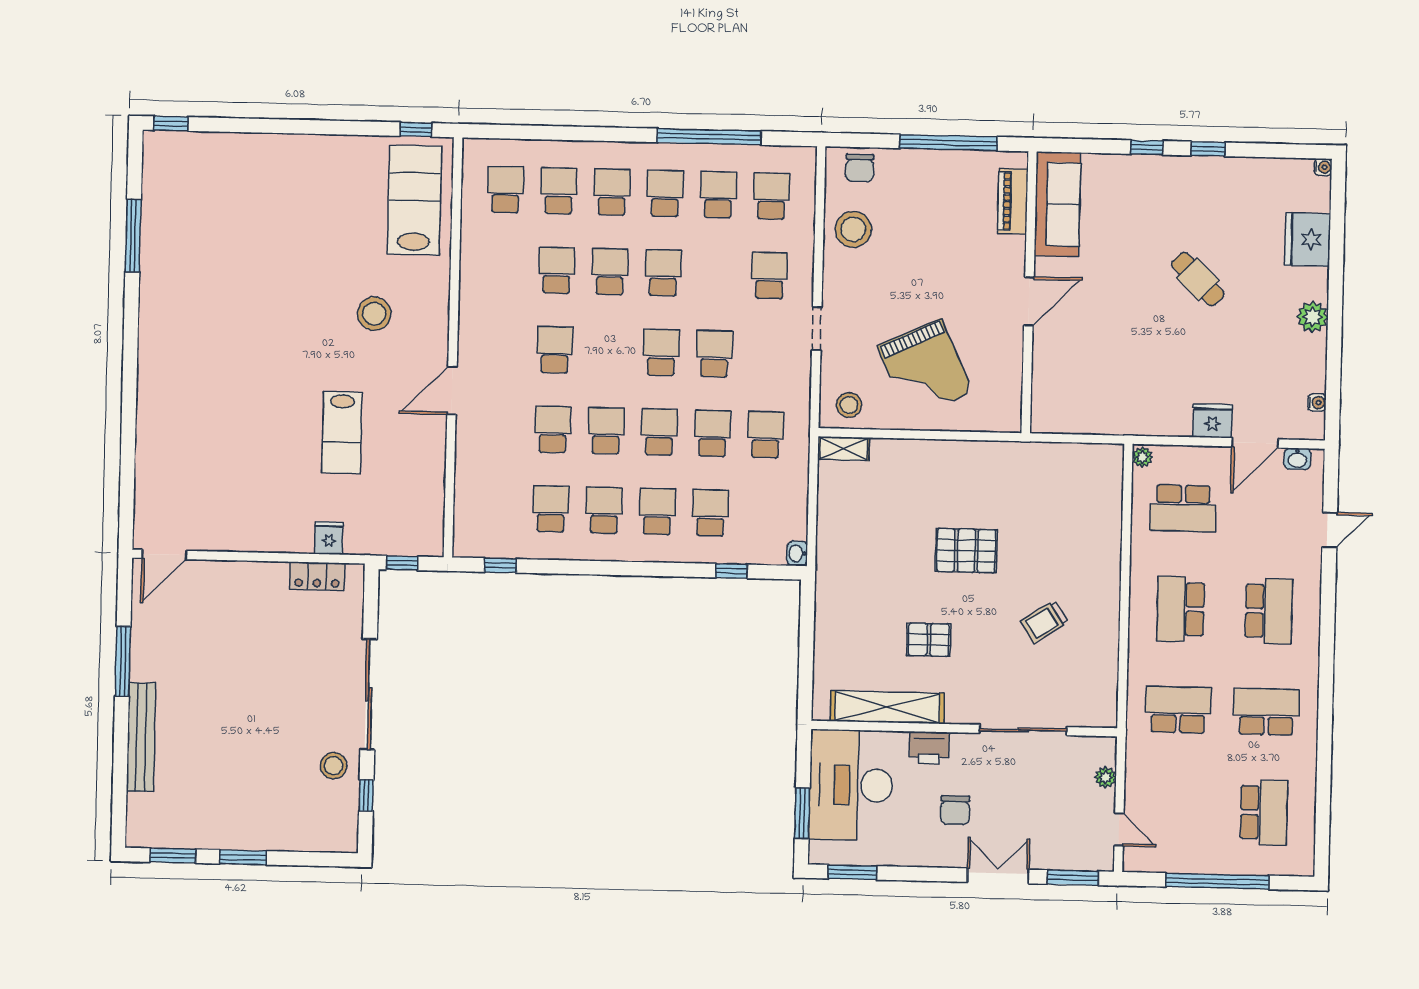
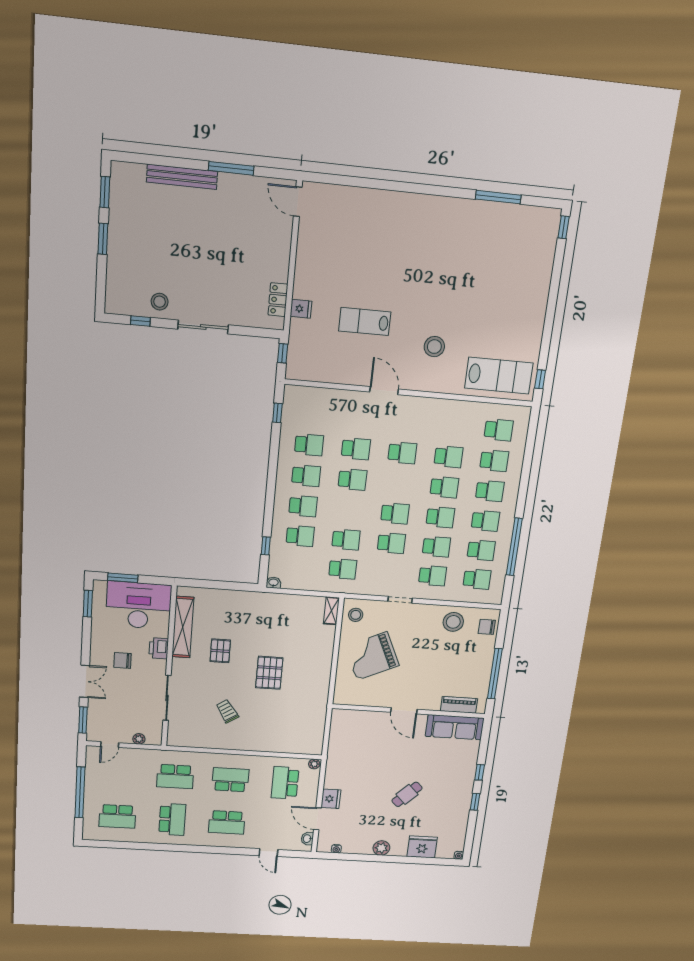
school desk: (659, 432) -> (436, 547), moved
sliding door: (369, 694) -> (203, 327), width x0.73
school desk: (1178, 710) -> (175, 777), turned 90

